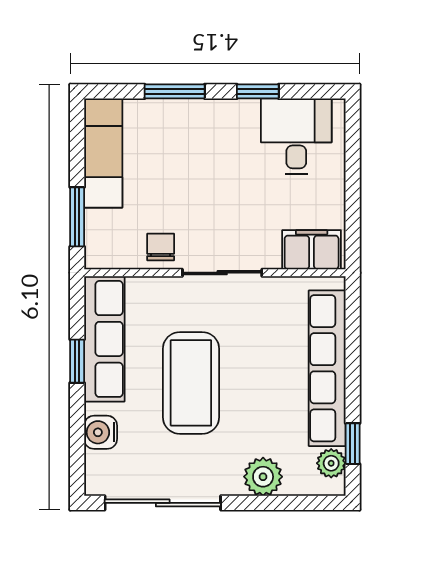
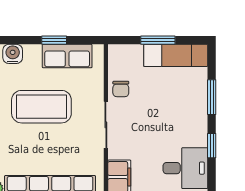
window: (77, 217) -> (158, 40), moved
chair: (161, 247) -> (121, 89), turned 90
row of seats: (104, 339) -> (67, 56), width x0.68

